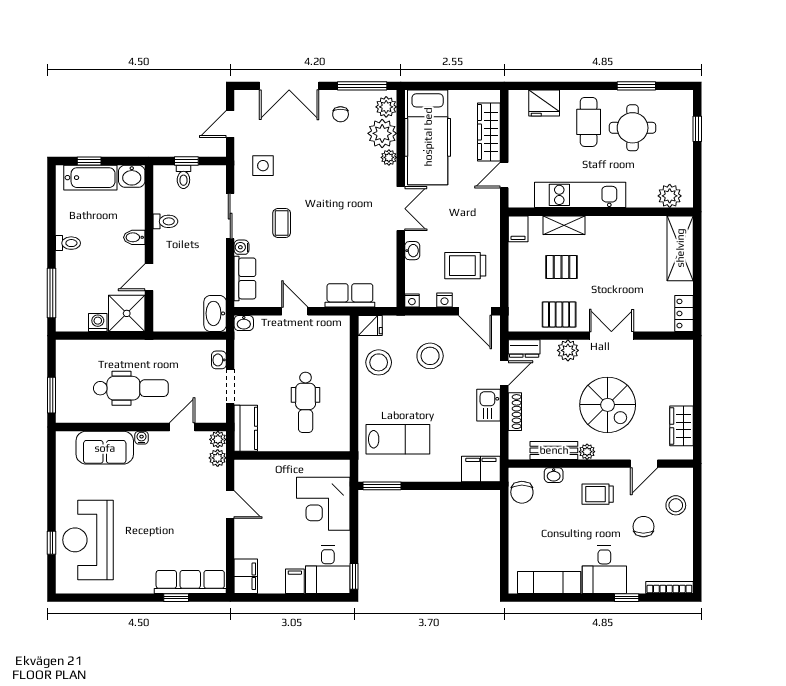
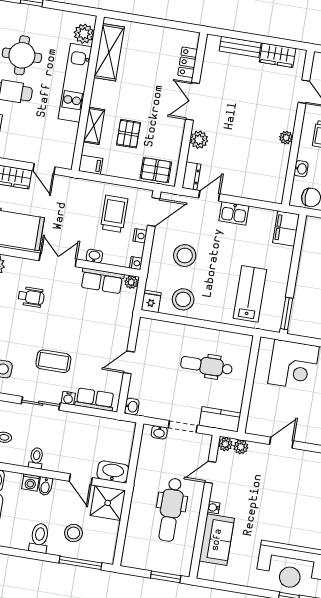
plant: (389, 157) -> (131, 282), moved
wheelchair: (352, 185) -> (31, 297), added
kitchen unit: (580, 195) -> (75, 83), moved
coffee table: (282, 223) -> (53, 361), width x1.36, depth x1.30
toilet: (68, 243) -> (39, 538), width x1.37, depth x1.39
shelving: (680, 248) -> (109, 52), moved, turned 90
trolley: (465, 266) -> (114, 214), turned 180
stool: (85, 279) -> (73, 533), added
row of seats: (350, 295) -> (102, 281), moved, turned -90
washbasin: (215, 313) -> (113, 472), moved, turned 180
locker: (684, 313) -> (188, 62), moved, turned 90
pallet: (559, 314) -> (156, 170), moved, turned 90
washing machine: (98, 322) -> (31, 483), moved, turned -90
door: (504, 373) -> (209, 196), hinge flipped
dental chair: (131, 388) -> (171, 510), turned 180
dental chair: (306, 402) -> (206, 366), turned 180
spiral stairs: (608, 405) -> (250, 114), removed
shoe rack: (515, 412) -> (243, 192), removed
door: (182, 427) -> (210, 472), hinge flipped
bench: (554, 450) -> (240, 47), moved, turned 90

